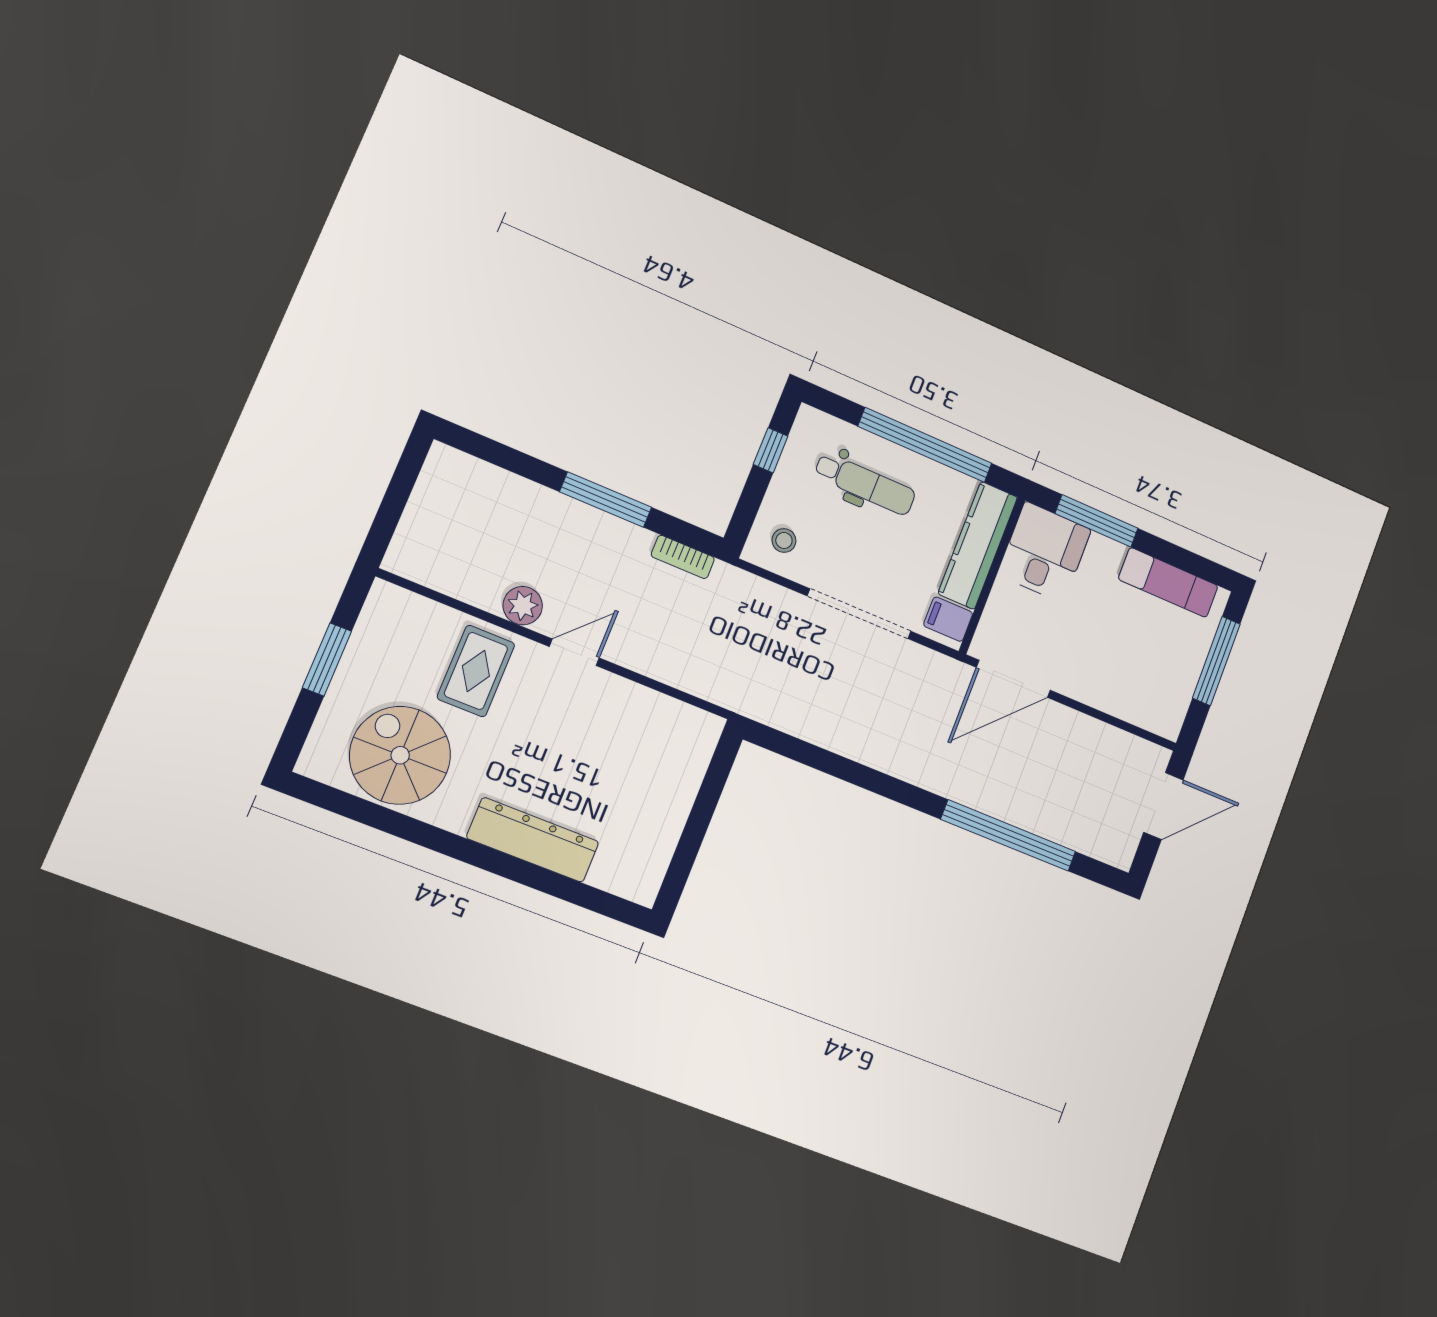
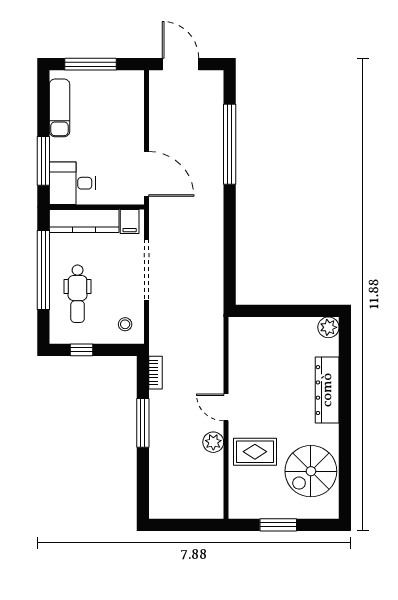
dental chair: (865, 484) -> (78, 294), turned 180
plant: (641, 884) -> (328, 327), added

